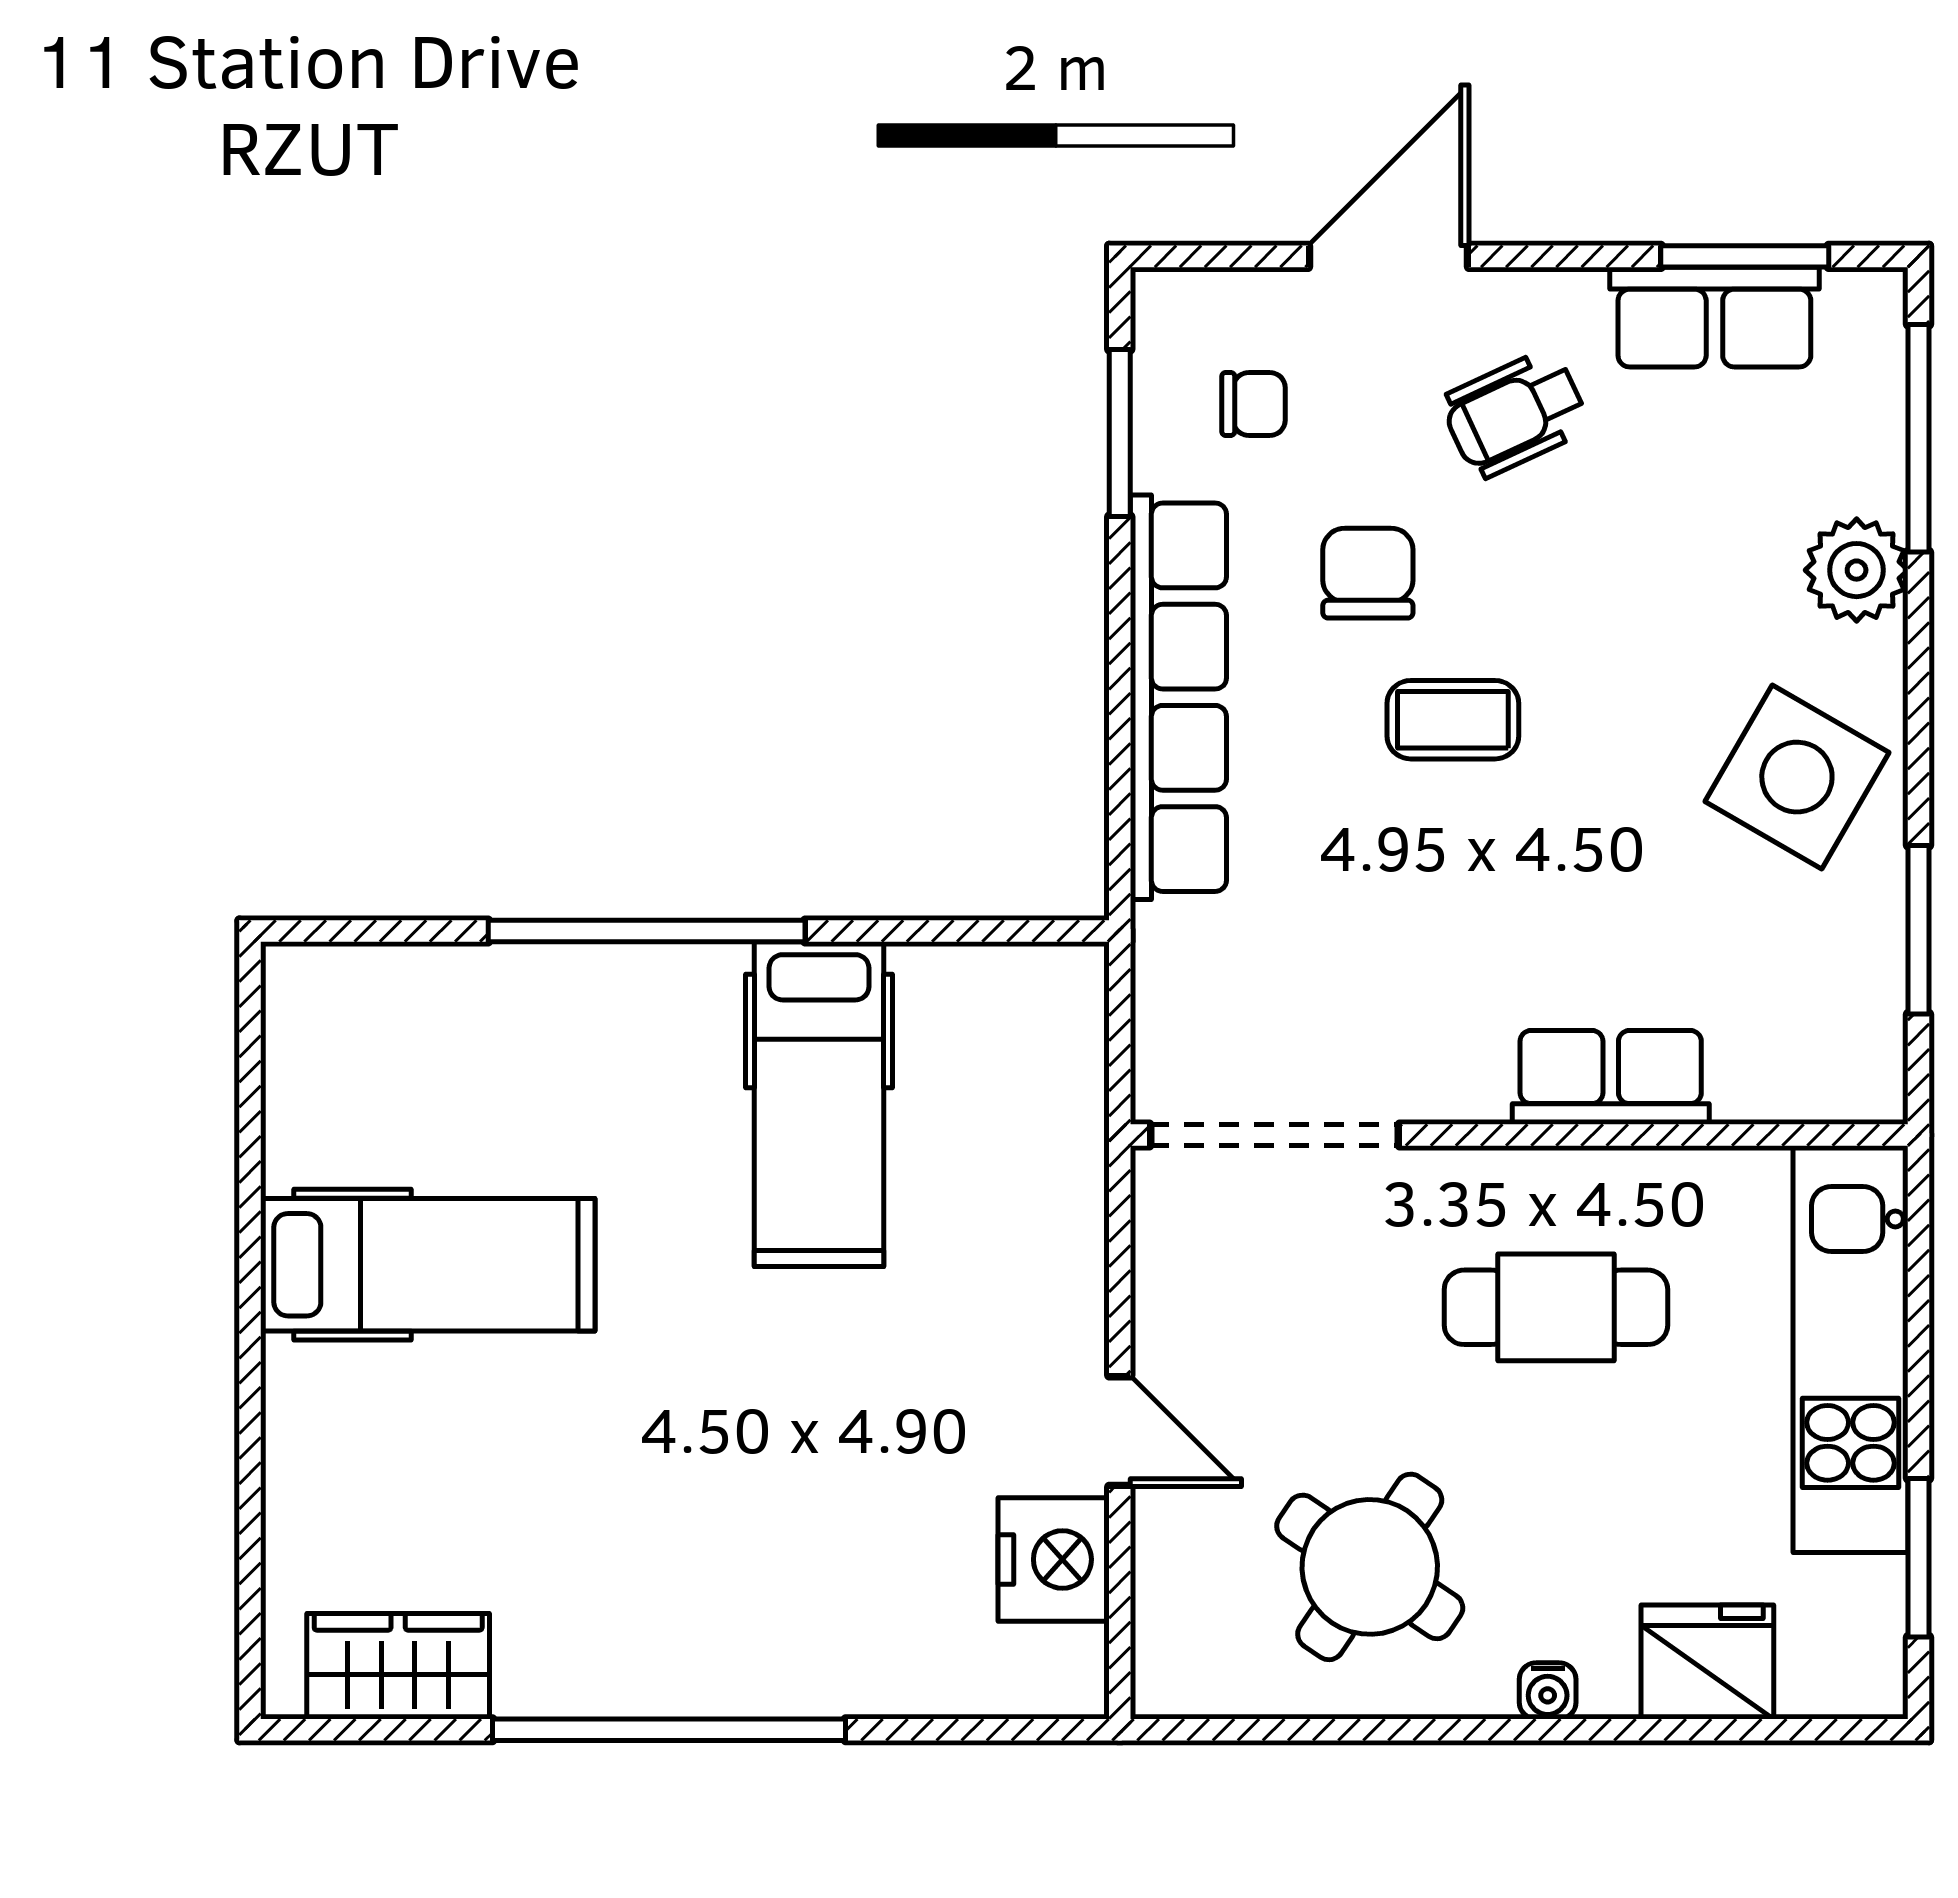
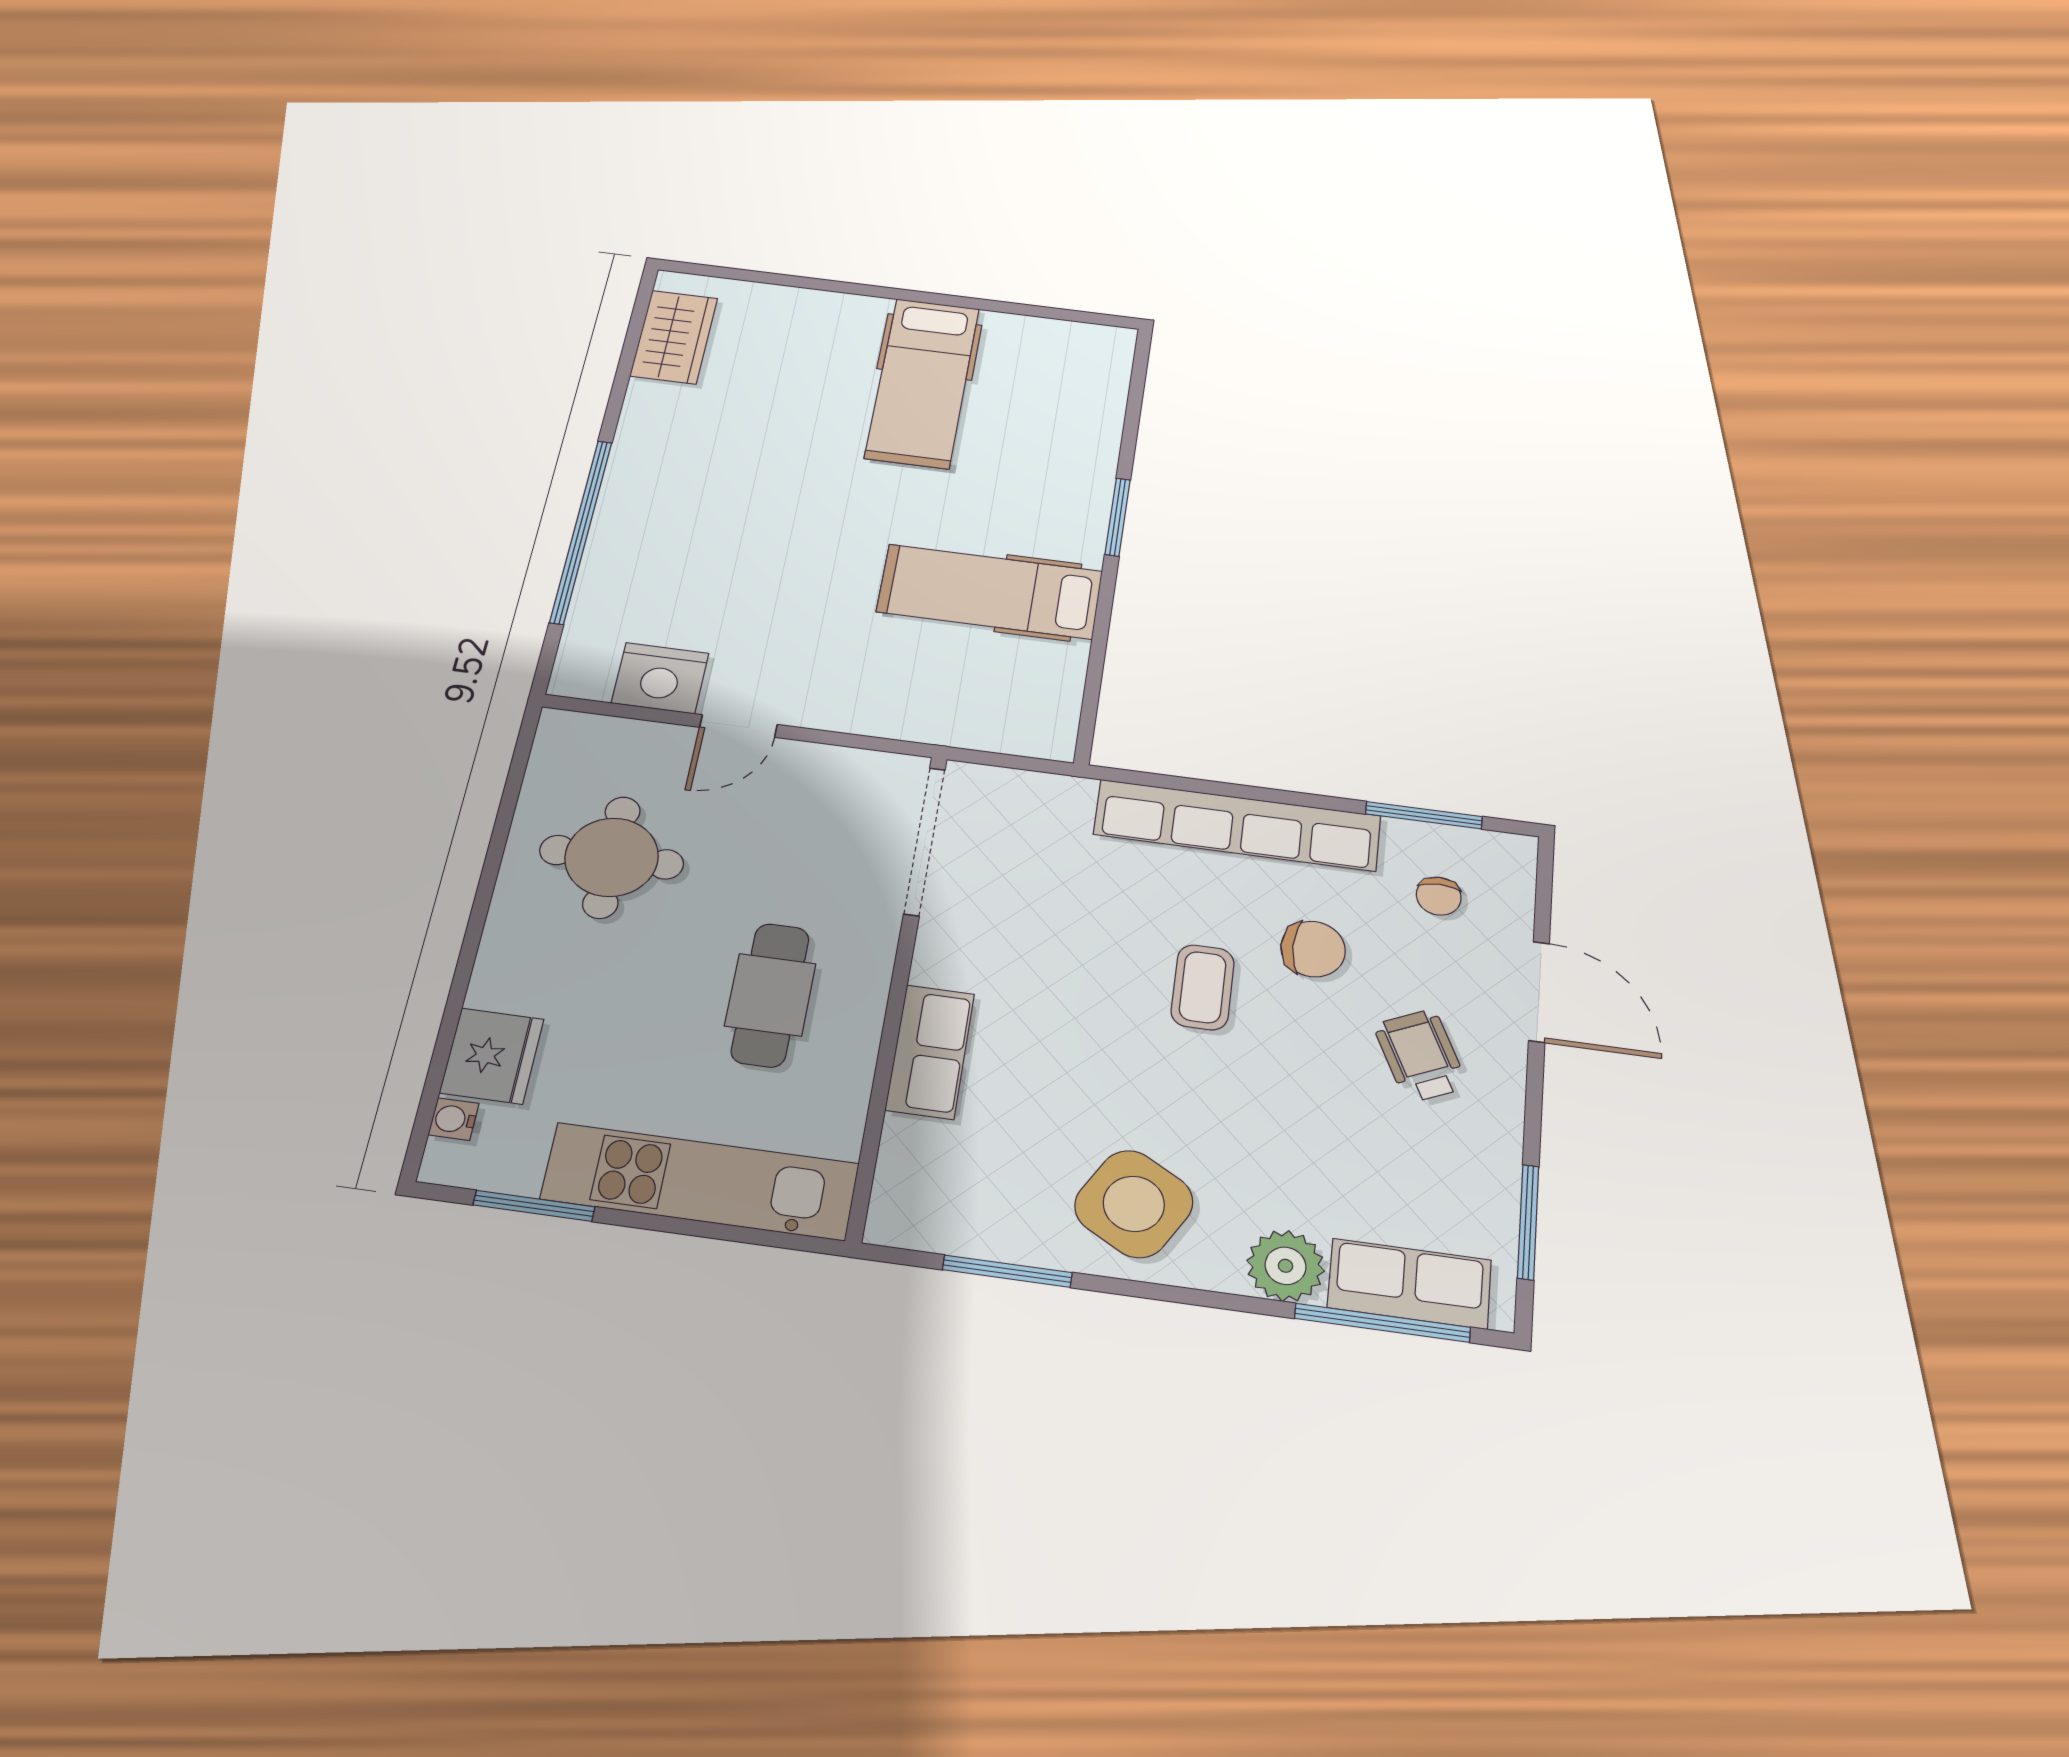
row of seats: (1714, 317) -> (1409, 1284), moved, turned 90
window: (647, 931) -> (1118, 517), width x0.47
round table: (1370, 1567) -> (612, 857), turned -34
water cooler: (1548, 1691) -> (454, 1119), moved
window: (669, 1730) -> (581, 531), moved

